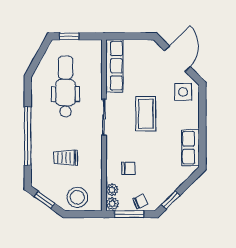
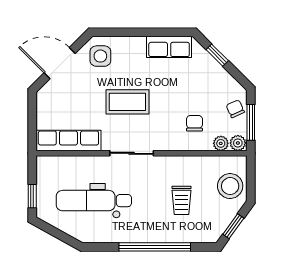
window: (171, 200) -> (217, 55), moved

